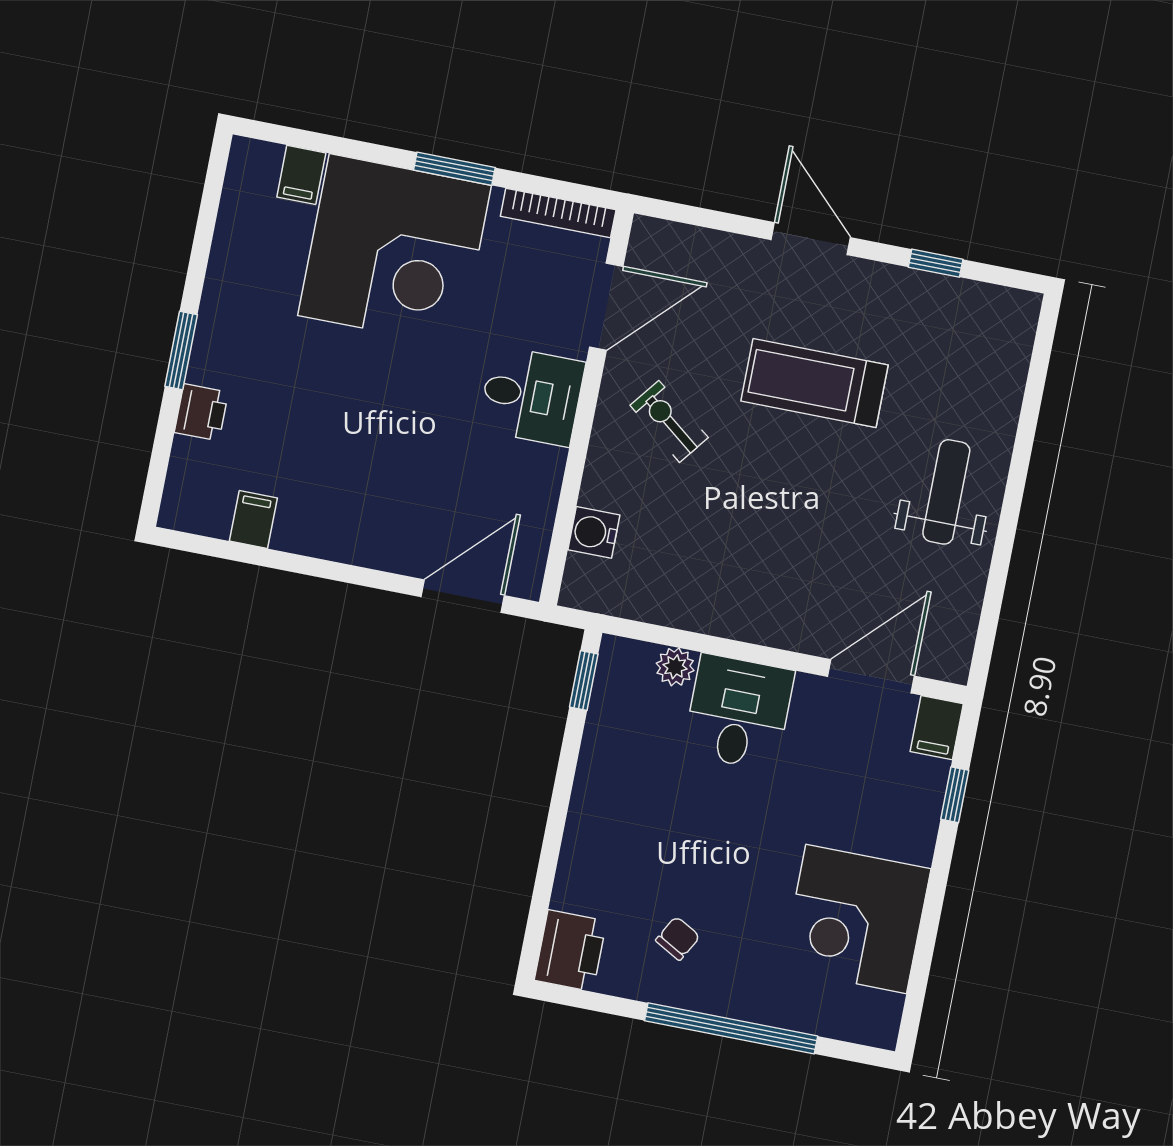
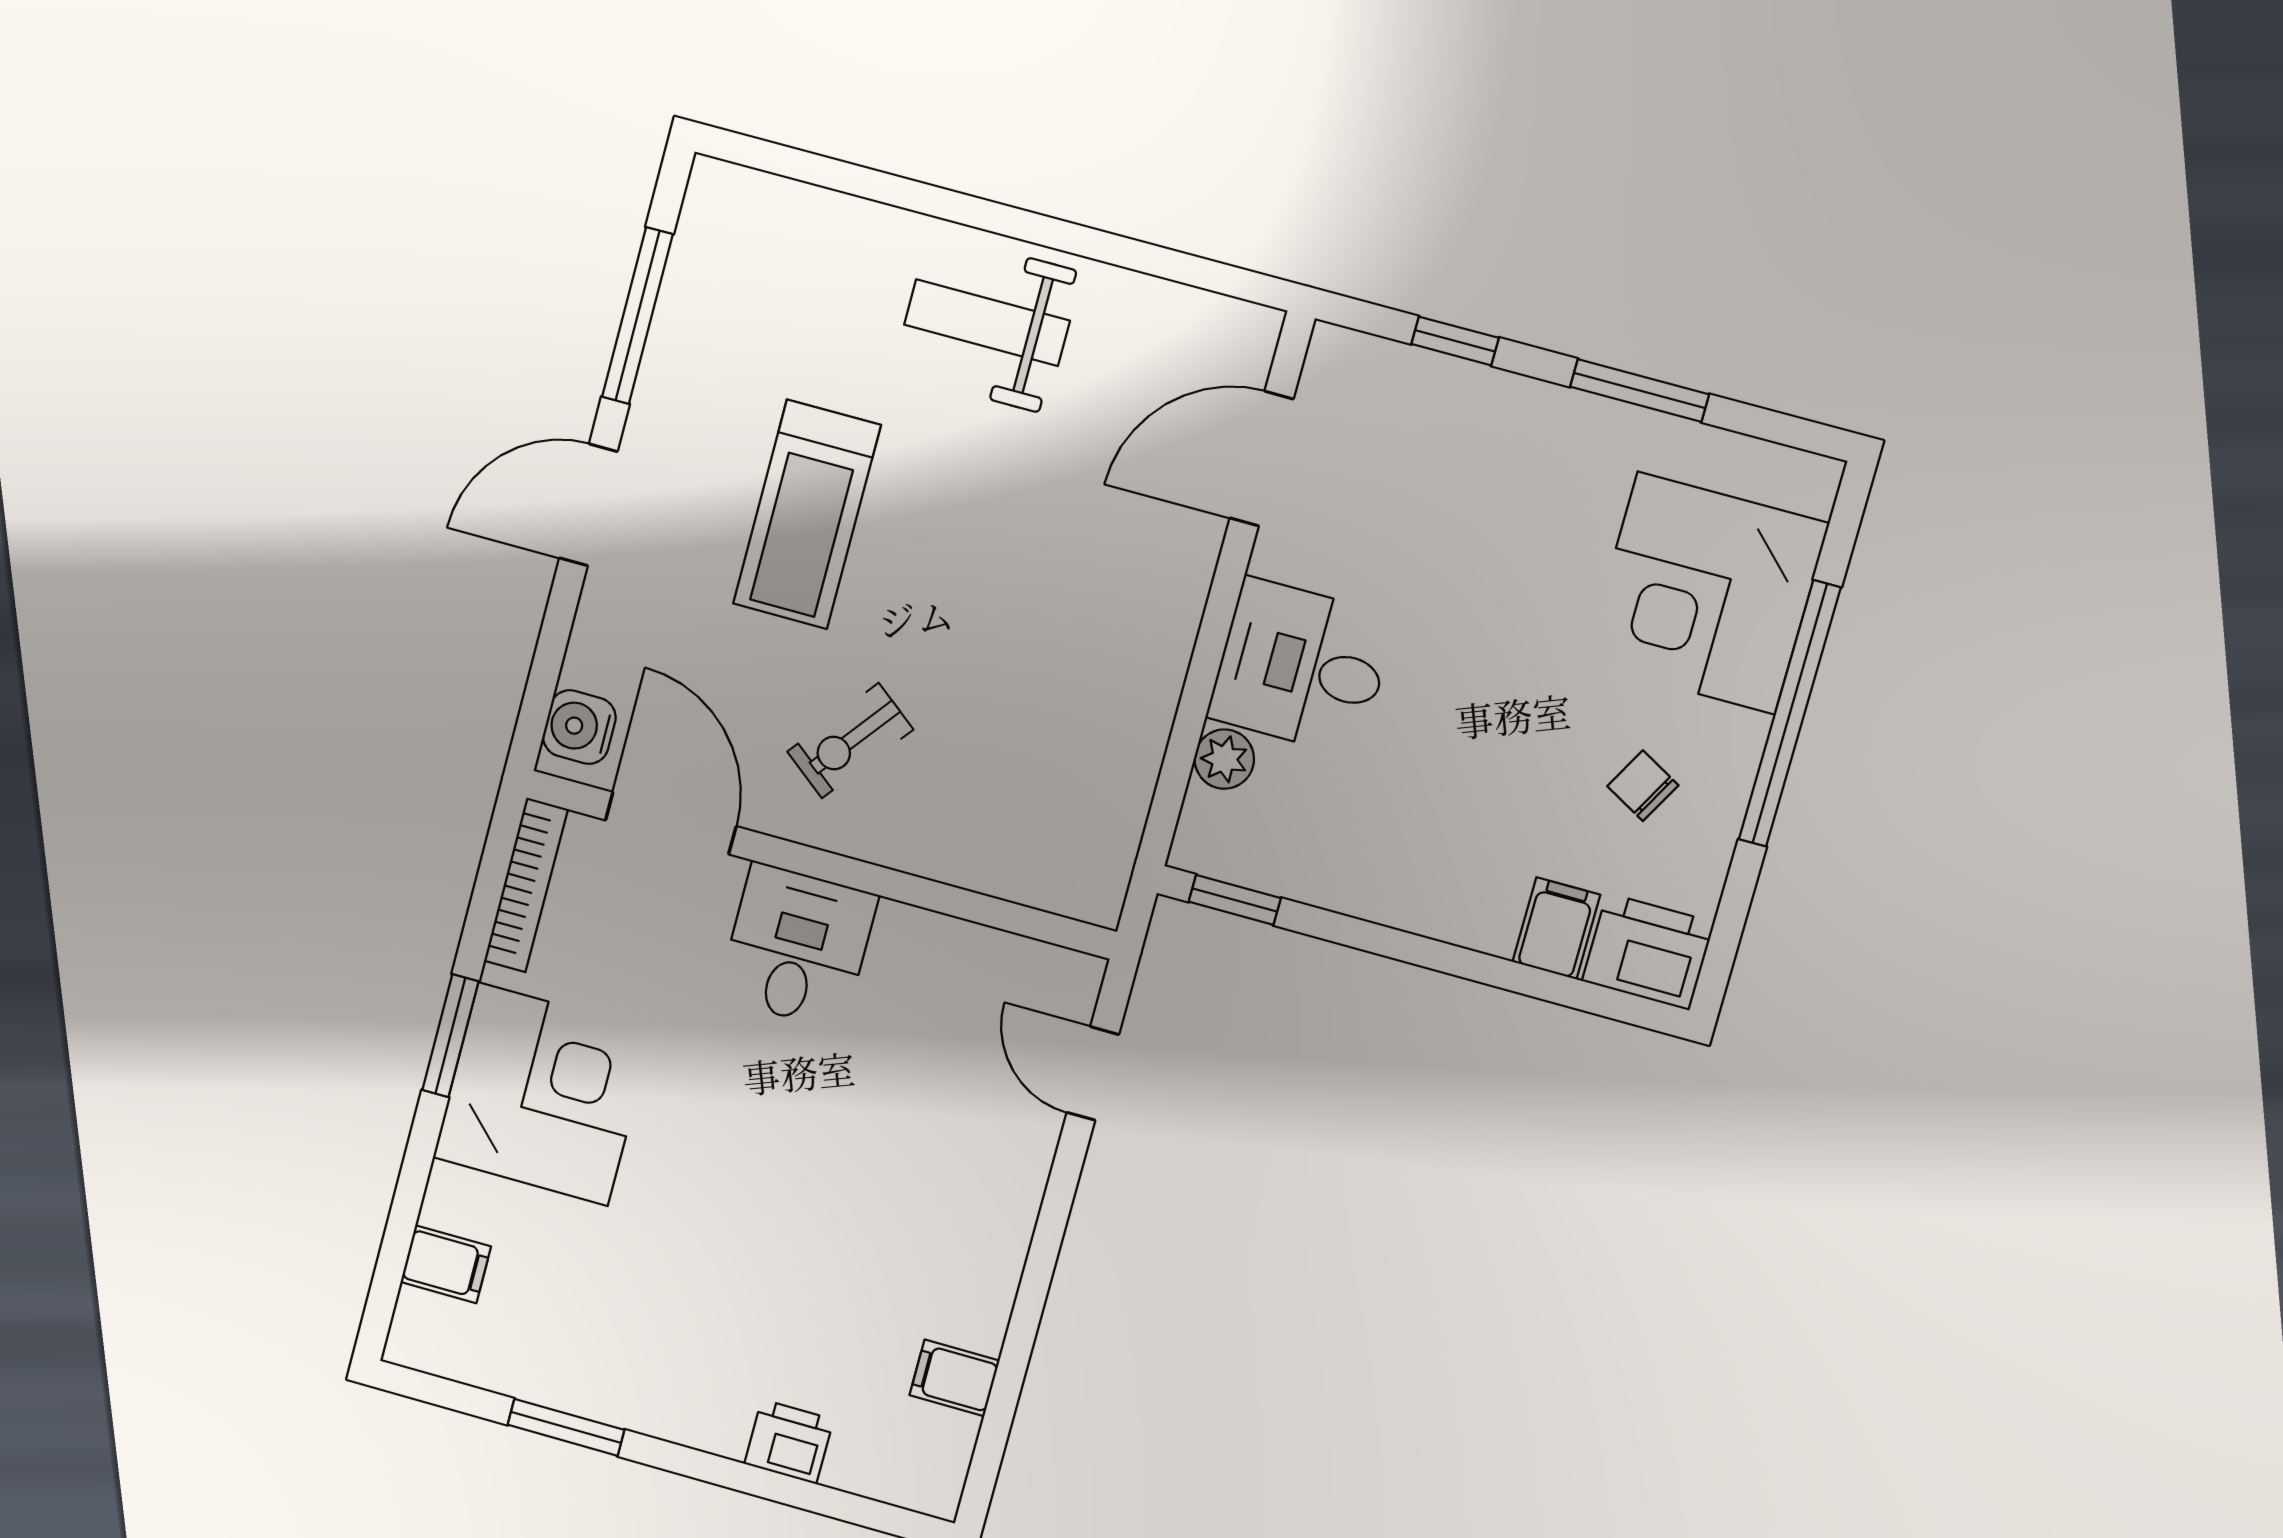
corner desk: (395, 250) -> (543, 1094), width x0.74, depth x0.74
window: (936, 263) -> (638, 316), width x2.17
window: (181, 350) -> (566, 1427), moved
water cooler: (594, 532) -> (579, 727), moved, turned 90
door: (463, 596) -> (1093, 1073), width x0.73
door: (871, 676) -> (1262, 459), hinge flipped
filing cabinet: (937, 728) -> (1556, 928), moved, turned -90
window: (931, 915) -> (1640, 390), added
corner desk: (856, 919) -> (1706, 593), moved, turned 90

